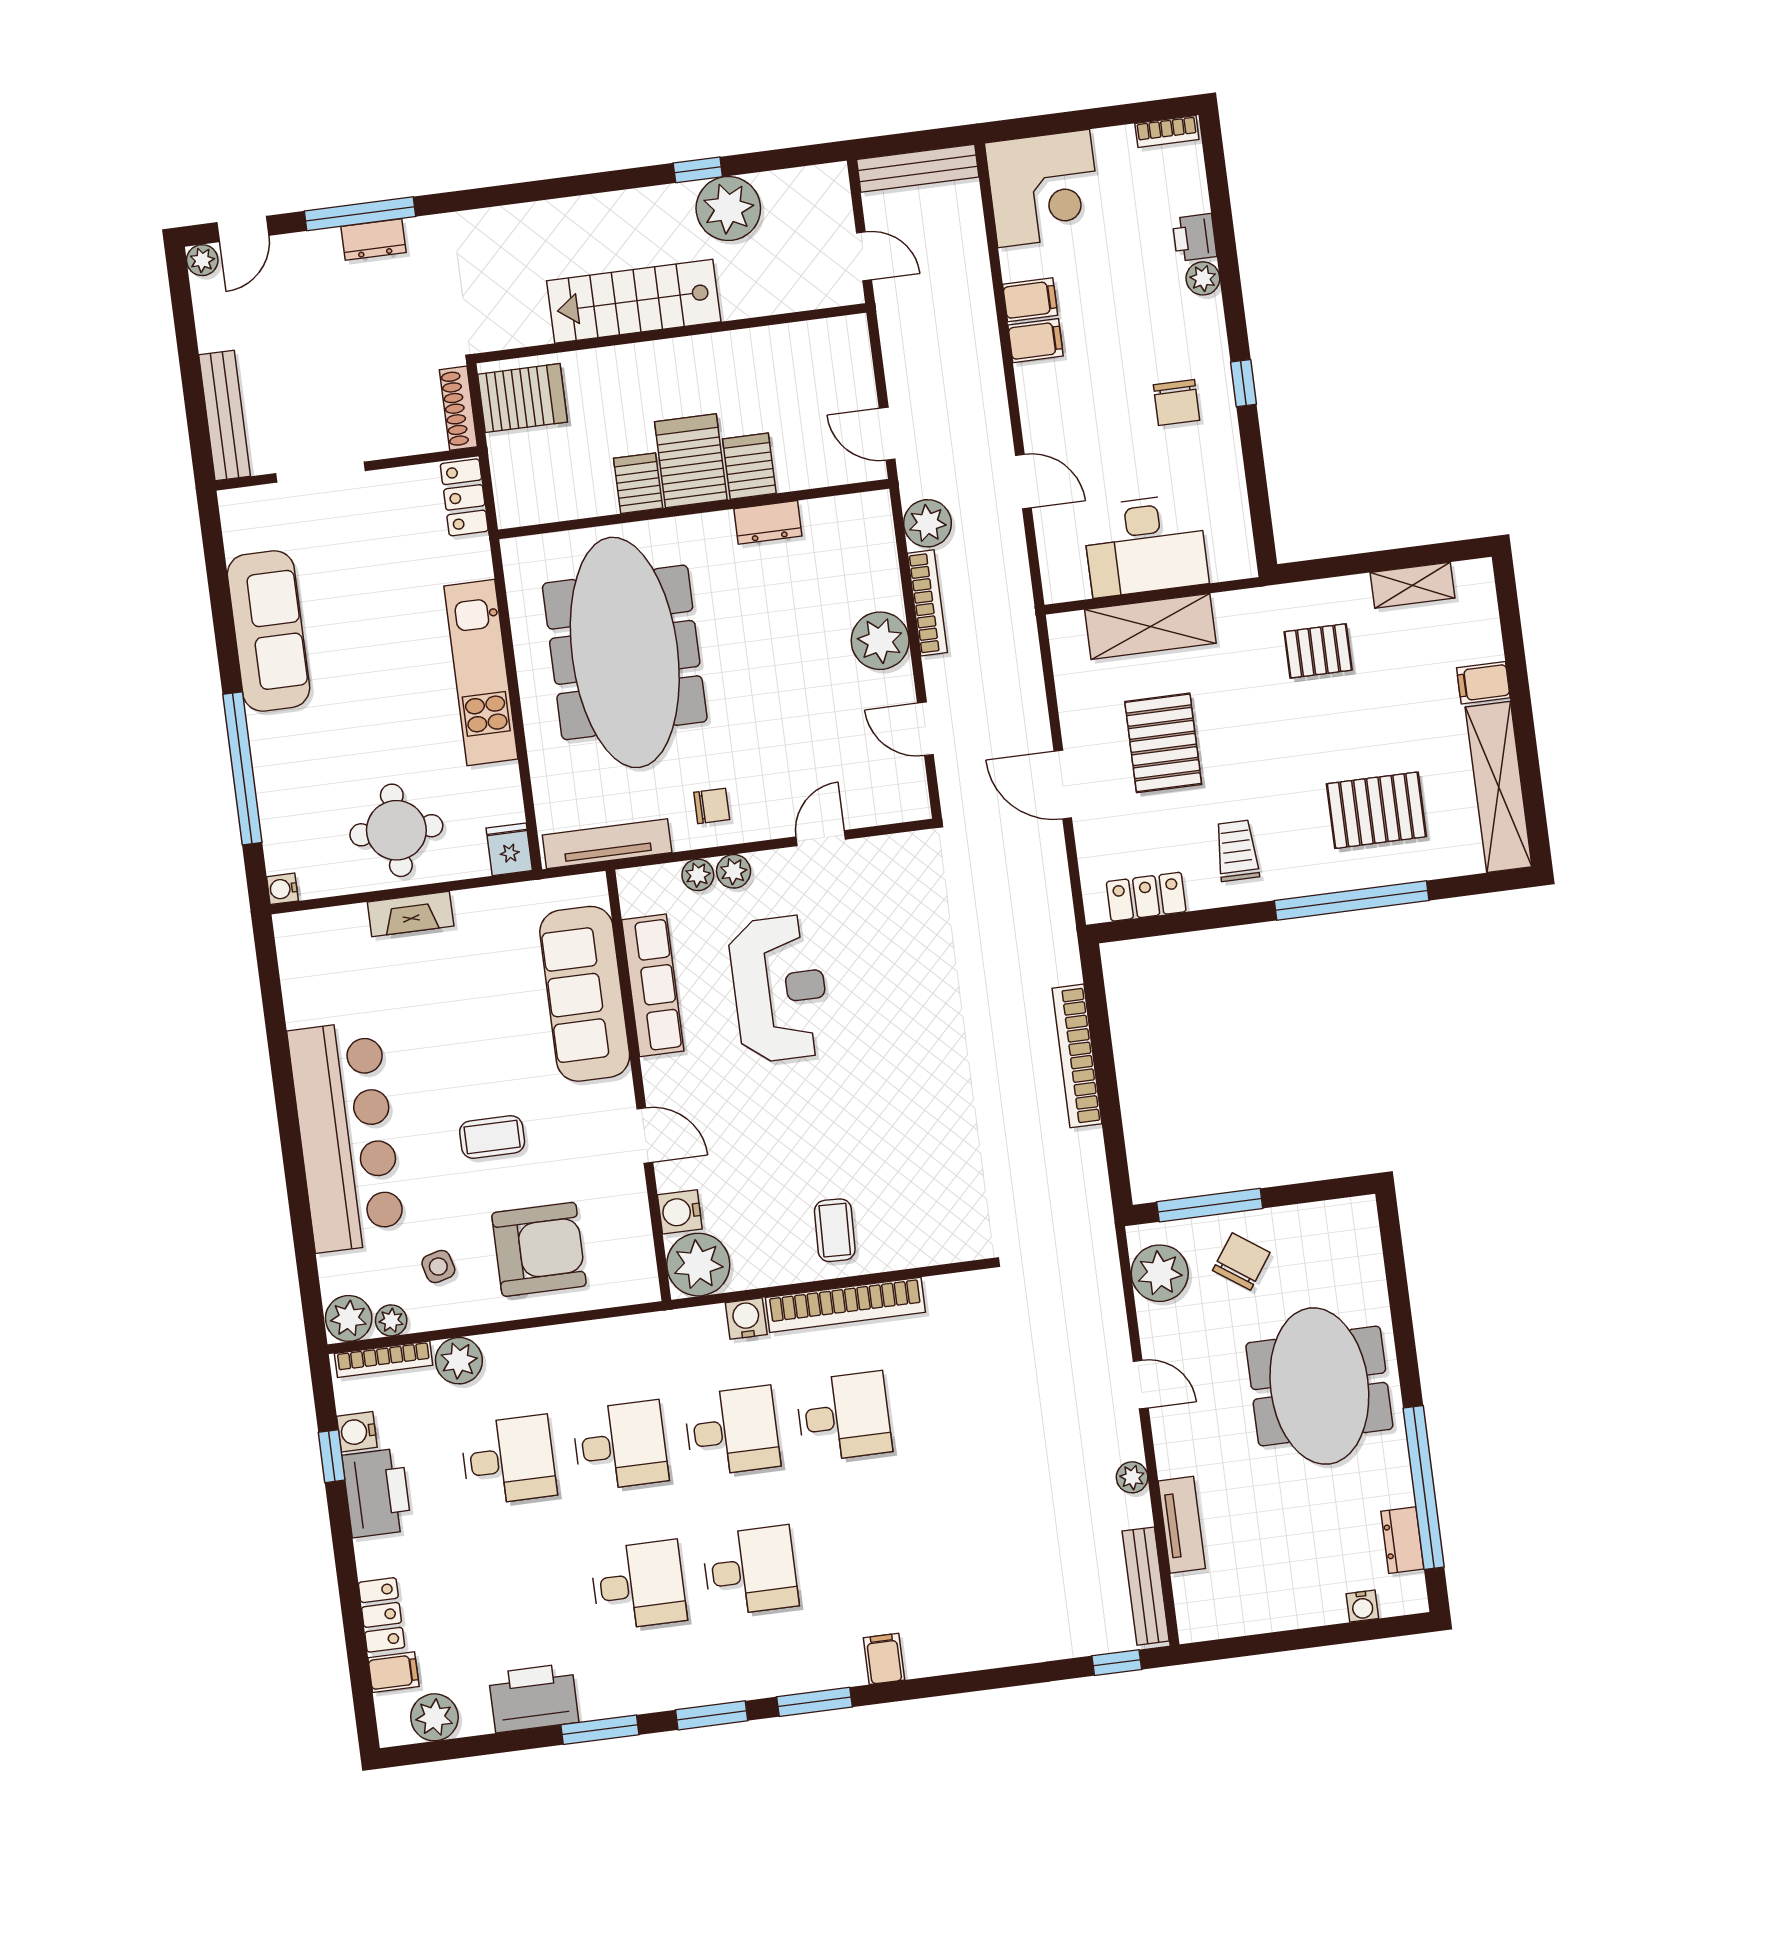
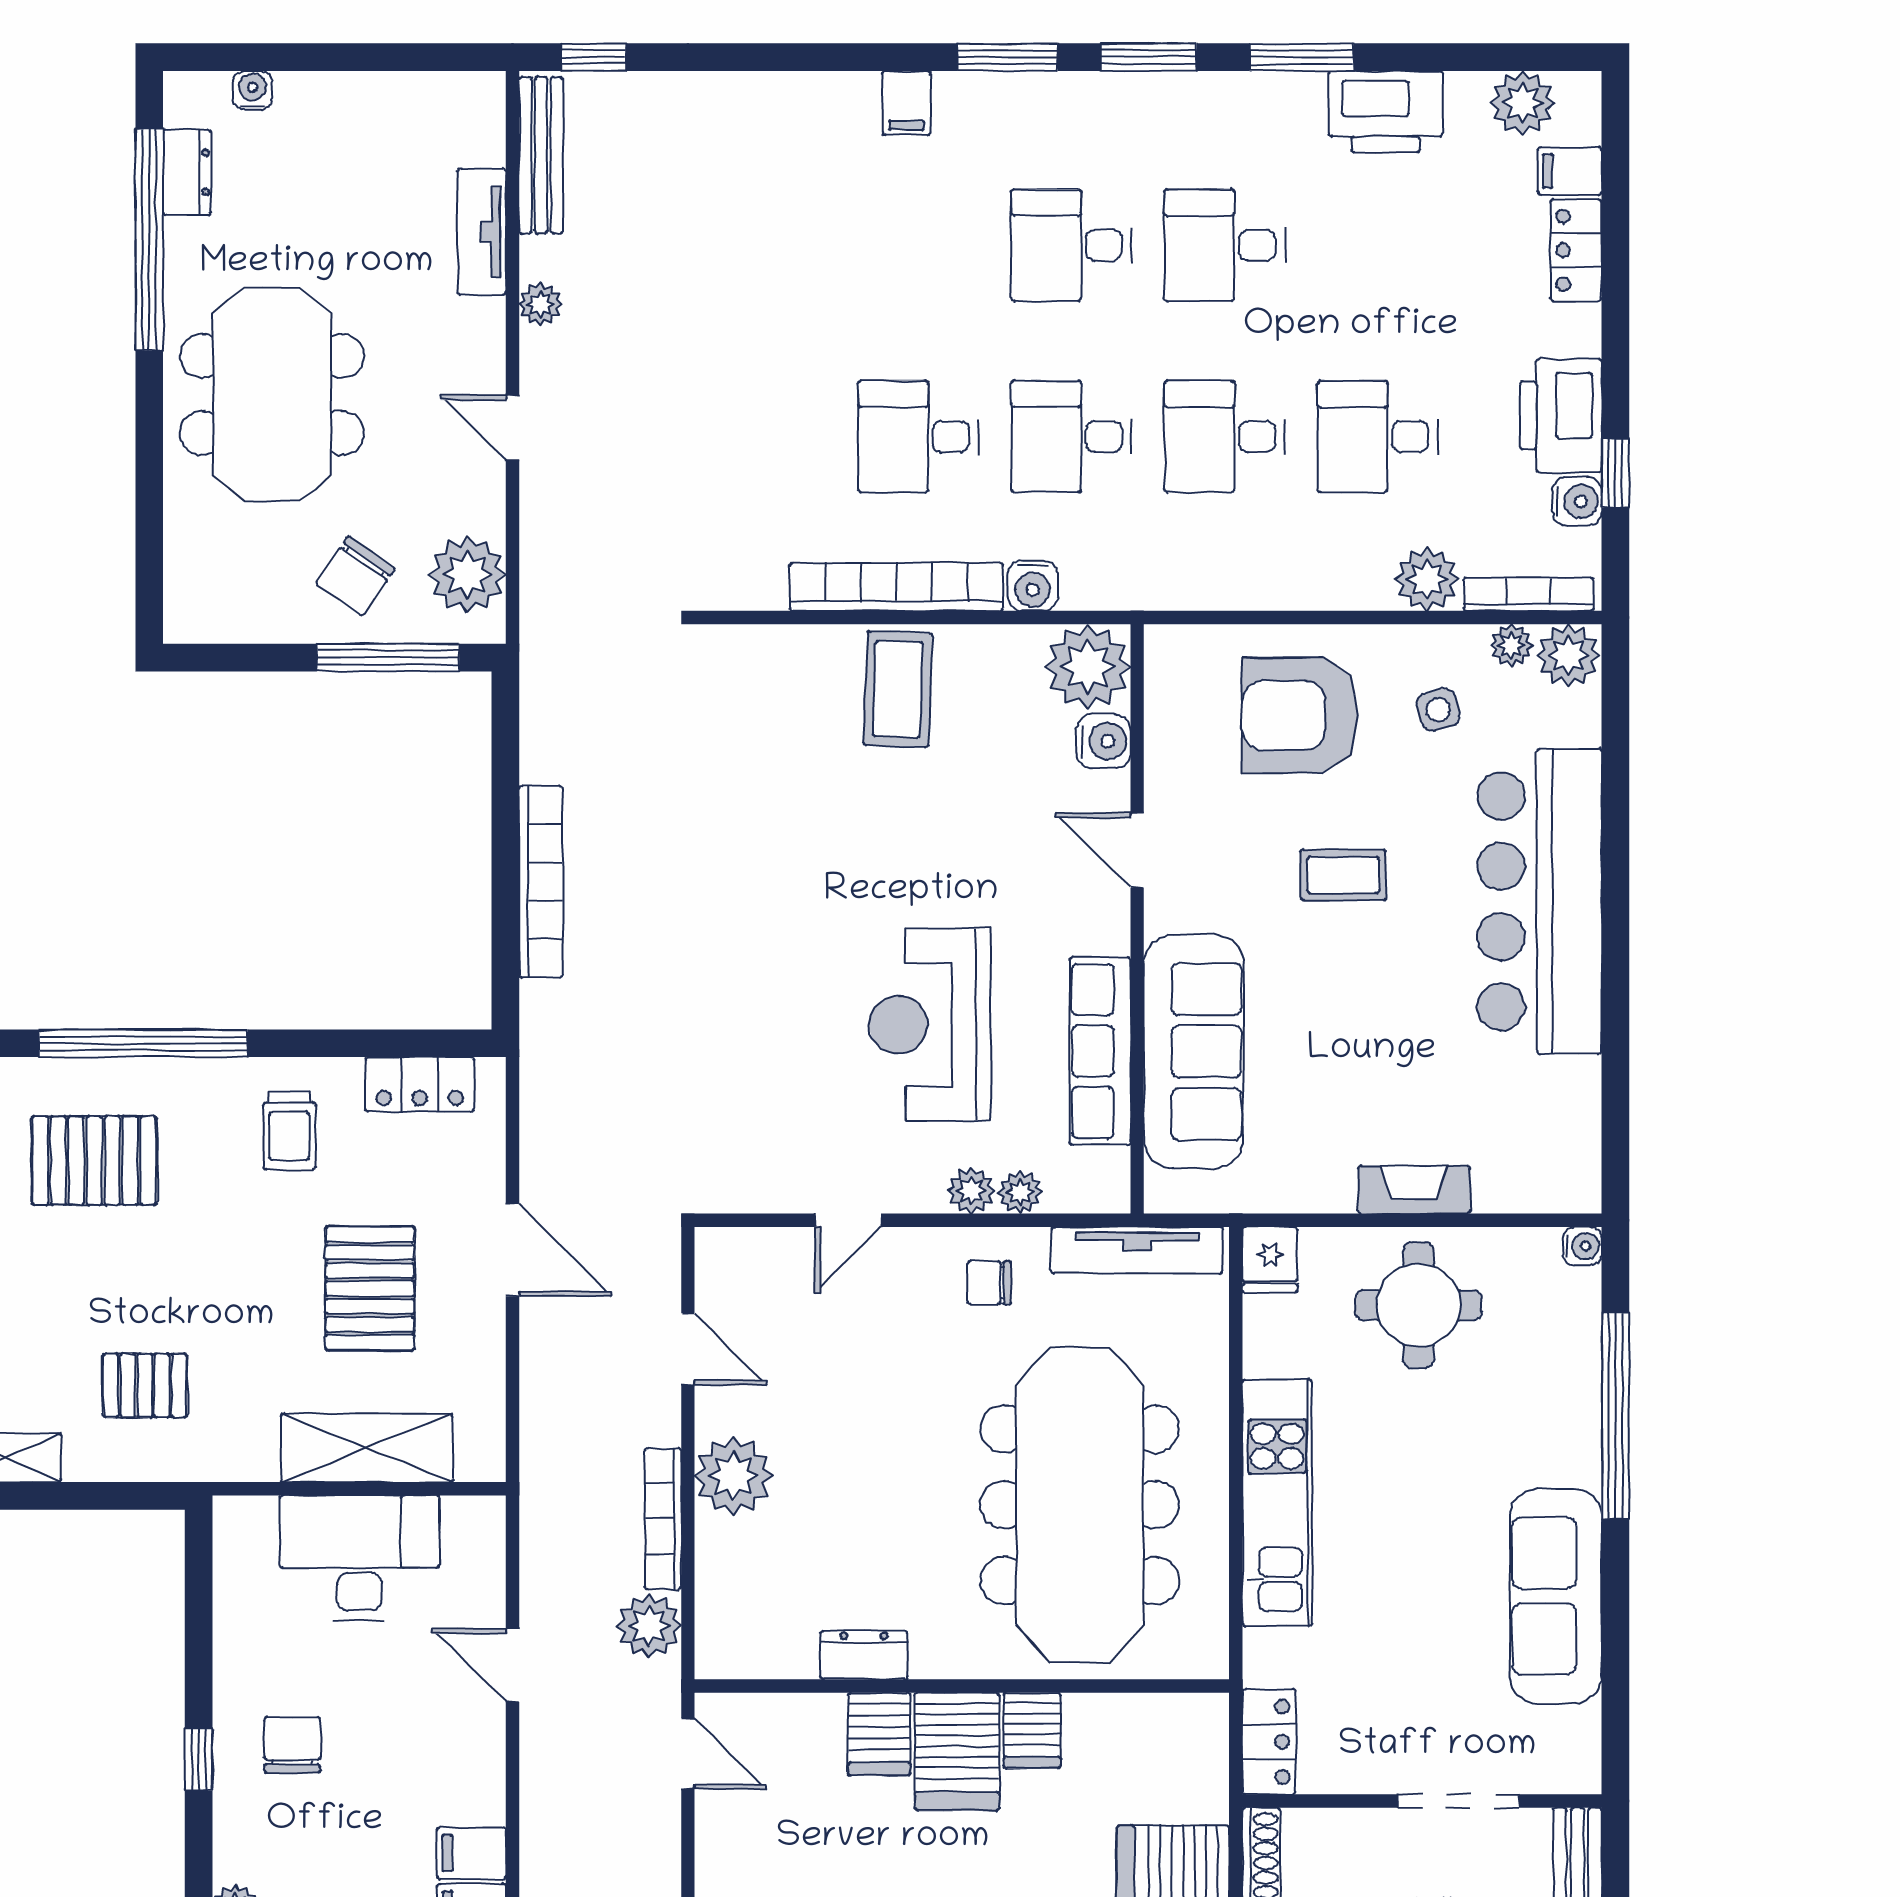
coffee table: (835, 1230) -> (898, 689), width x1.36, depth x1.30

